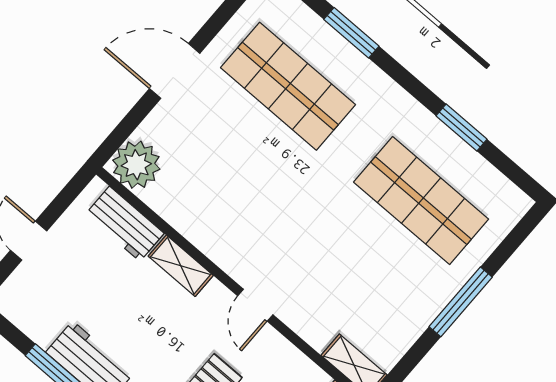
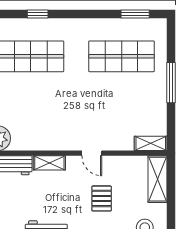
window: (351, 33) -> (38, 14), width x0.67
window: (461, 127) -> (135, 14), moved

